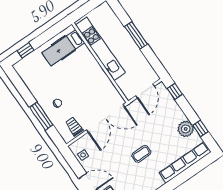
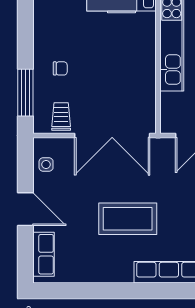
window: (41, 116) -> (25, 93), moved
coffee table: (141, 154) -> (128, 219), width x1.86, depth x1.72

